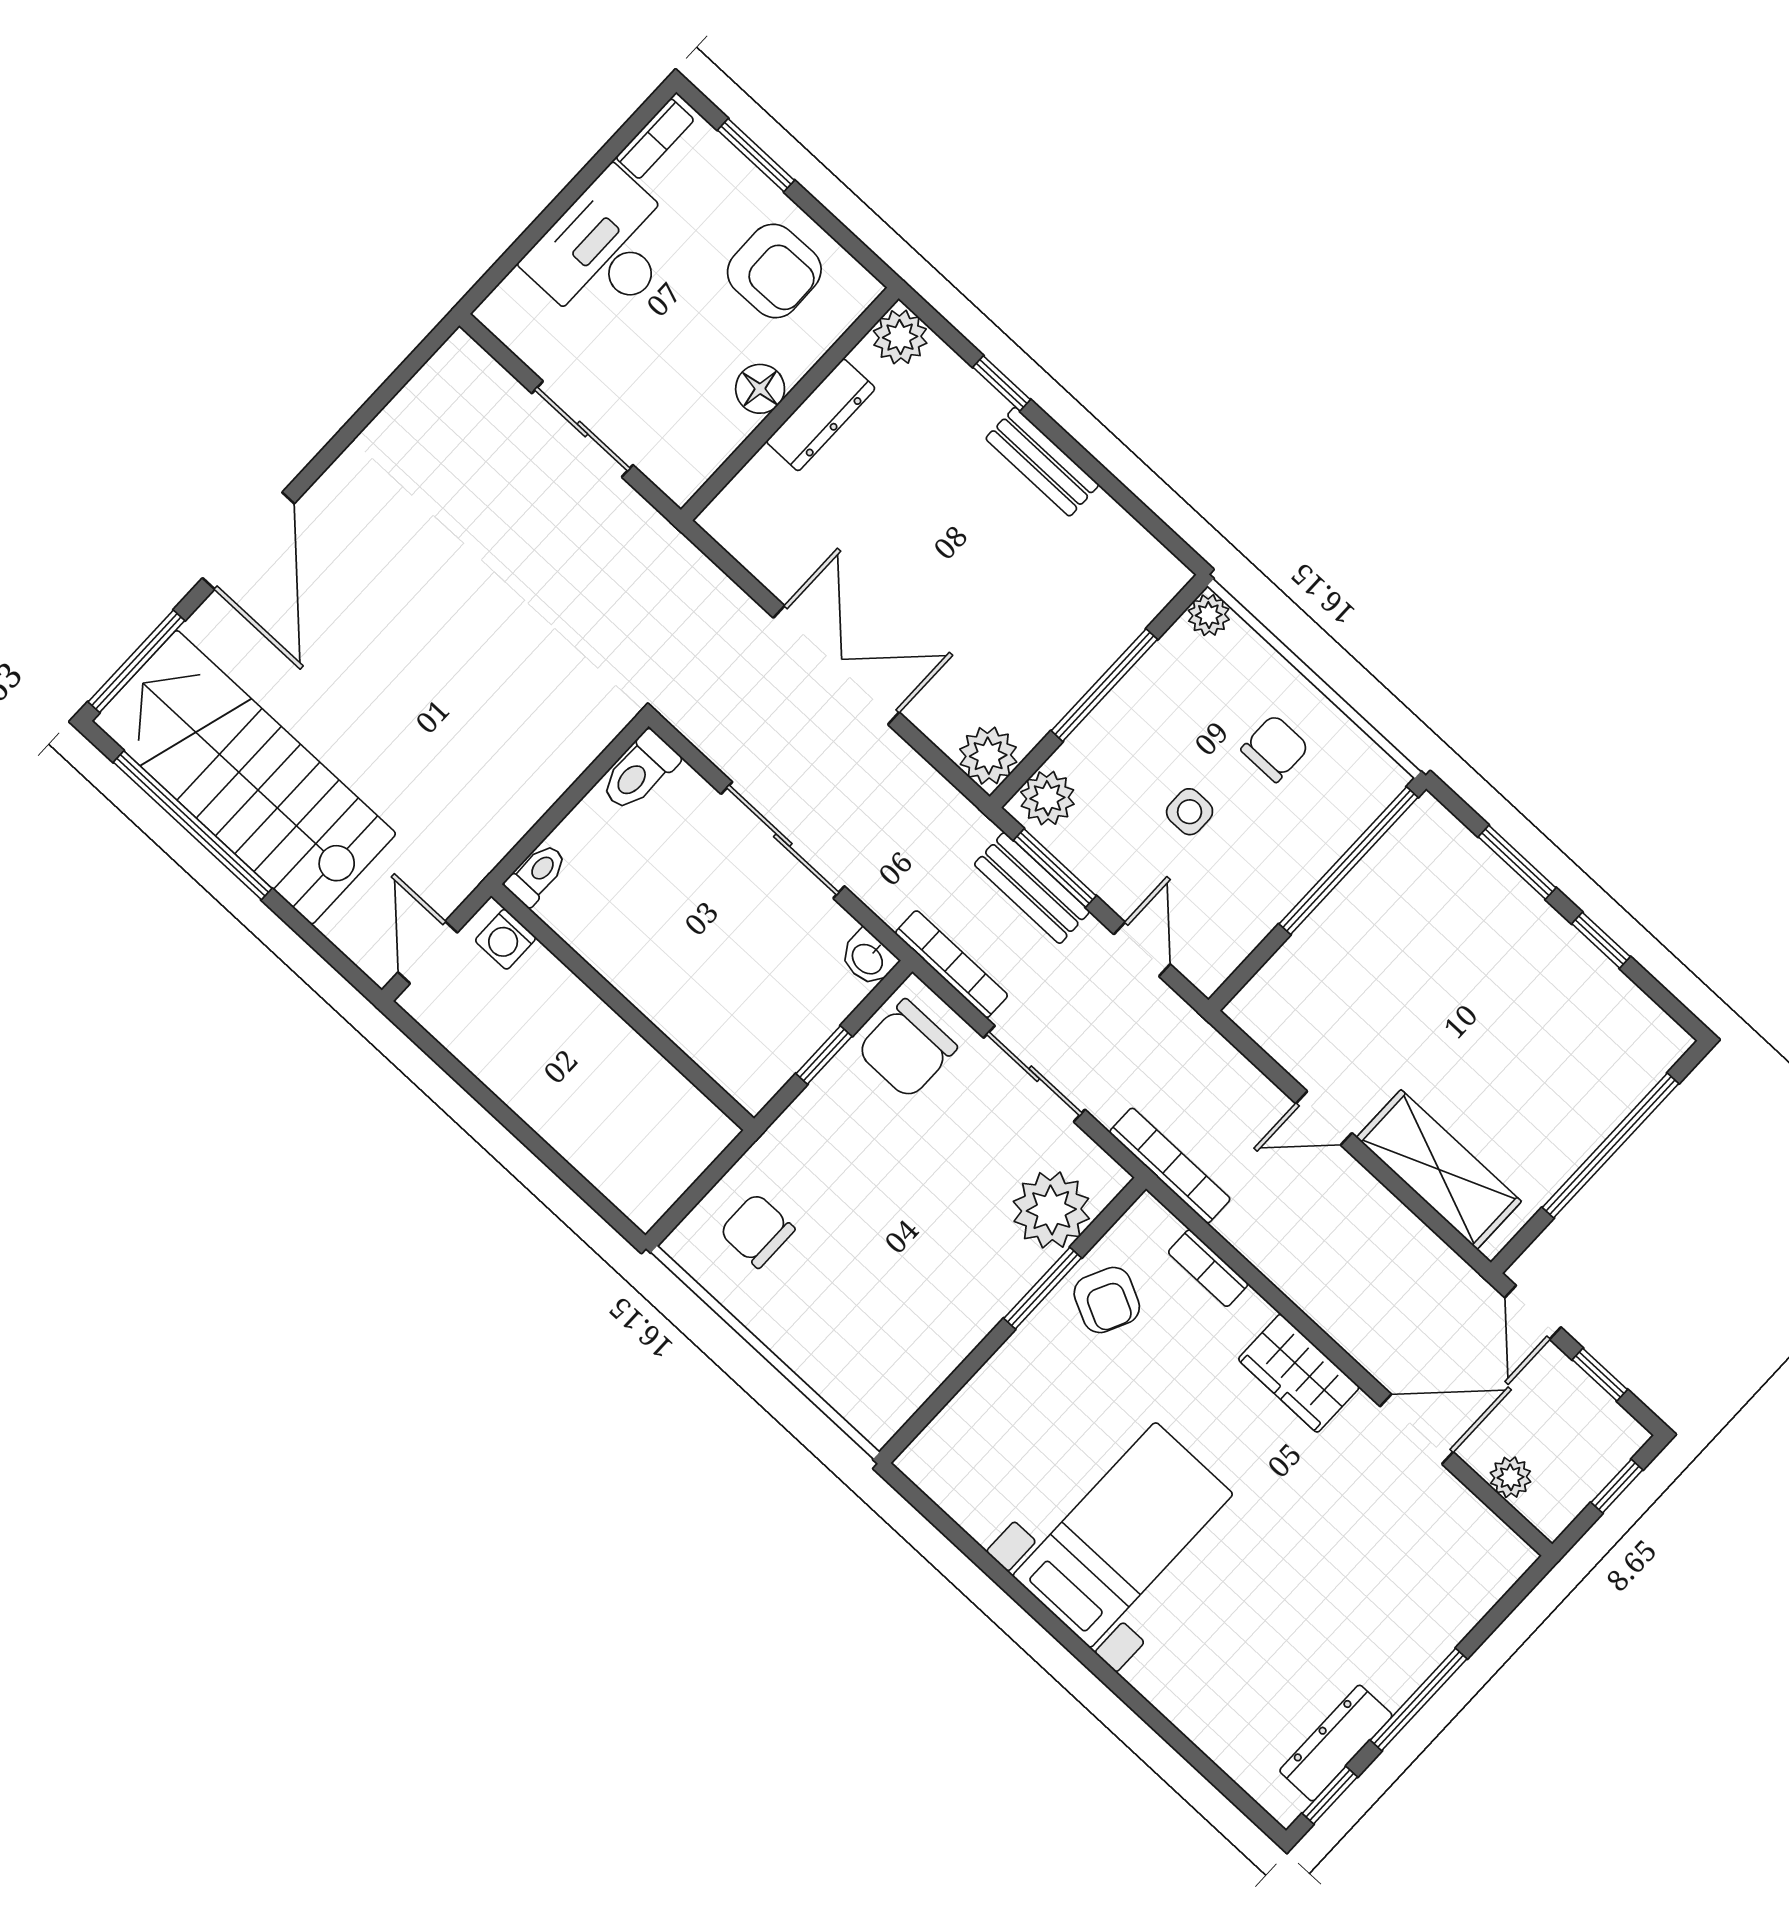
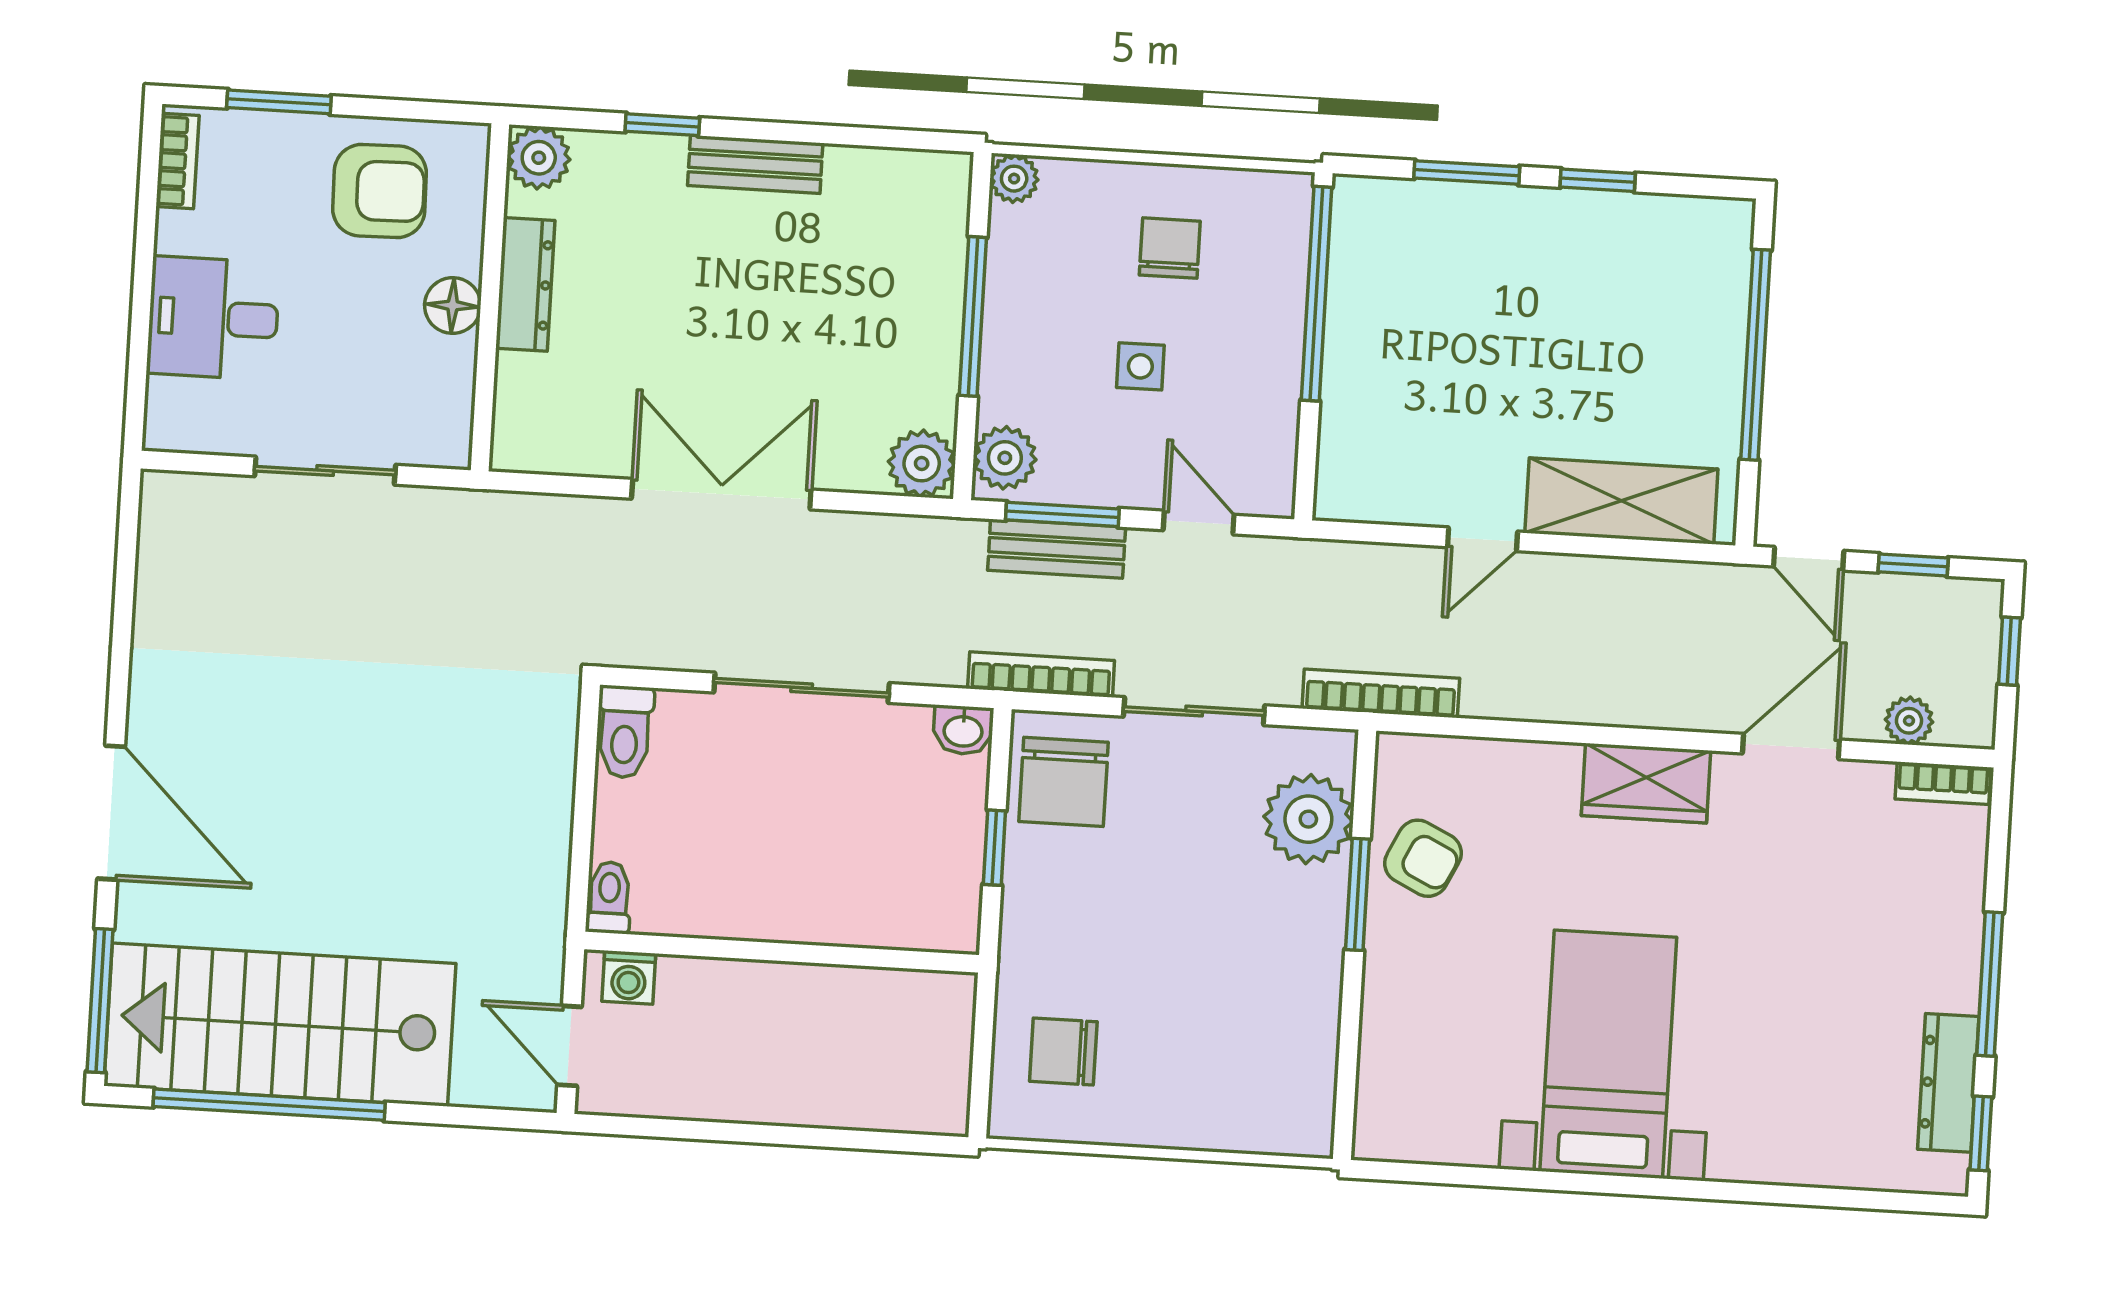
desk: (605, 250) -> (213, 318), width x0.73
bookcase: (1208, 1268) -> (1943, 783), moved

